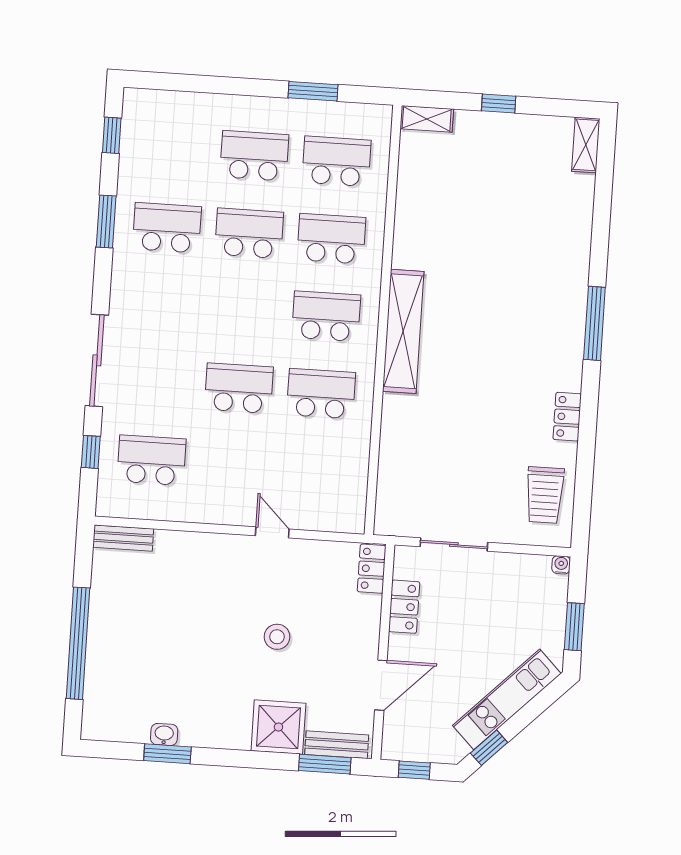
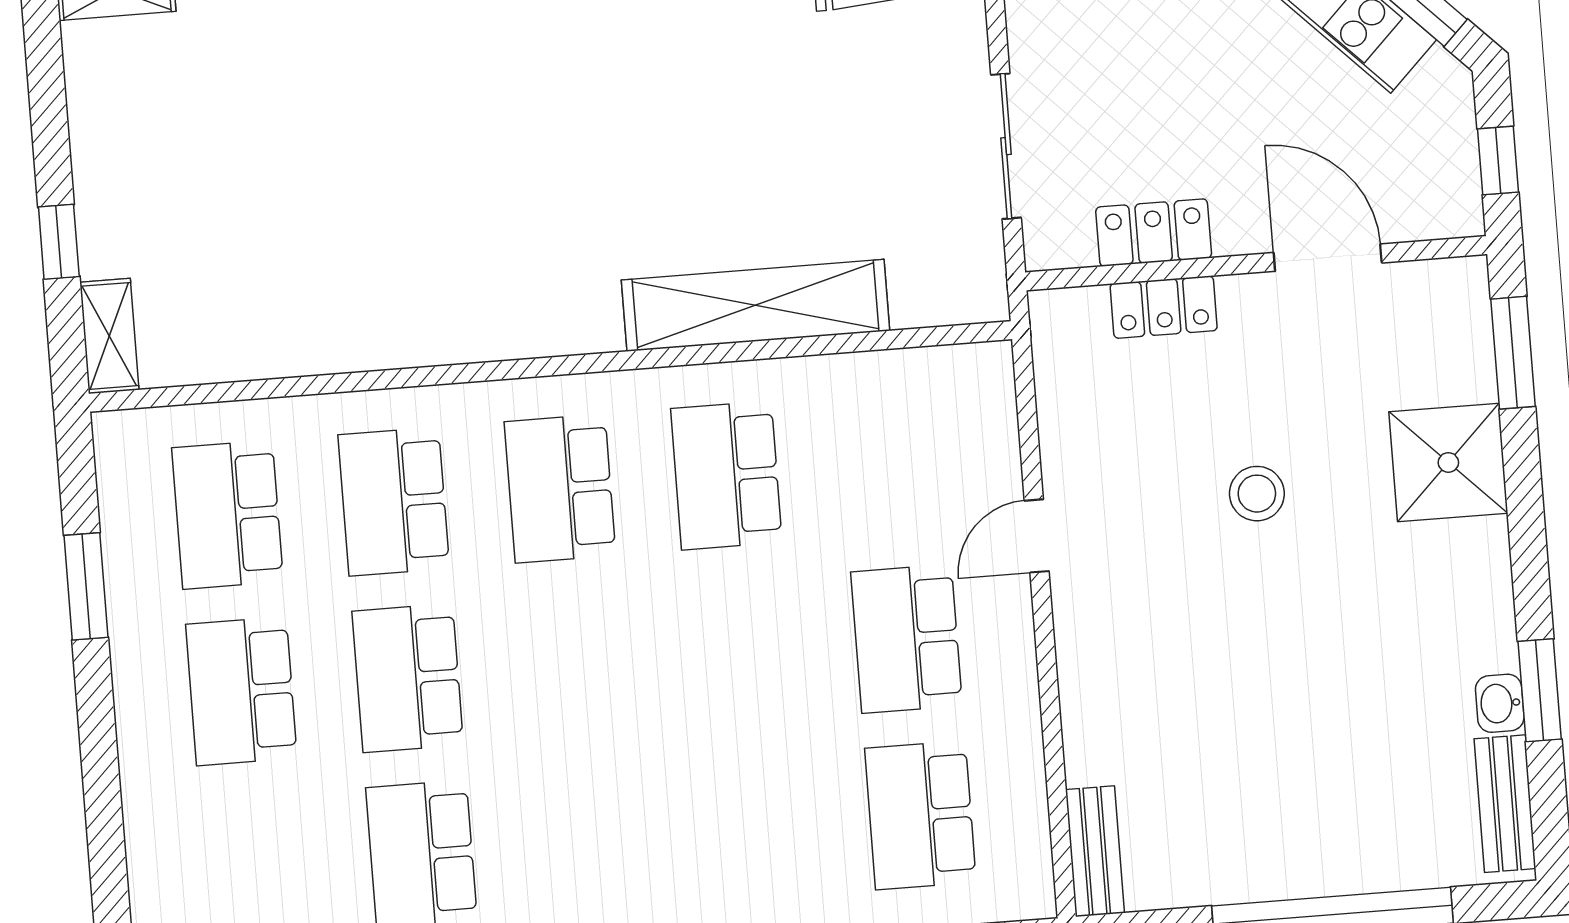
window: (499, 104) -> (59, 242), moved
shelving: (403, 331) -> (756, 305), moved
school desk: (239, 388) -> (907, 639), moved
locker: (372, 569) -> (1164, 307), moved
bench: (337, 745) -> (1505, 804), moved

